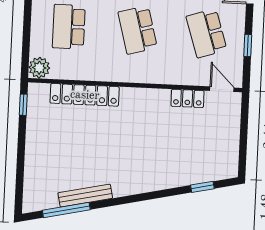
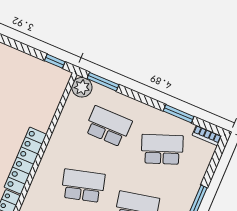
window: (26, 49) -> (103, 82), added
locker: (85, 95) -> (25, 161), moved

